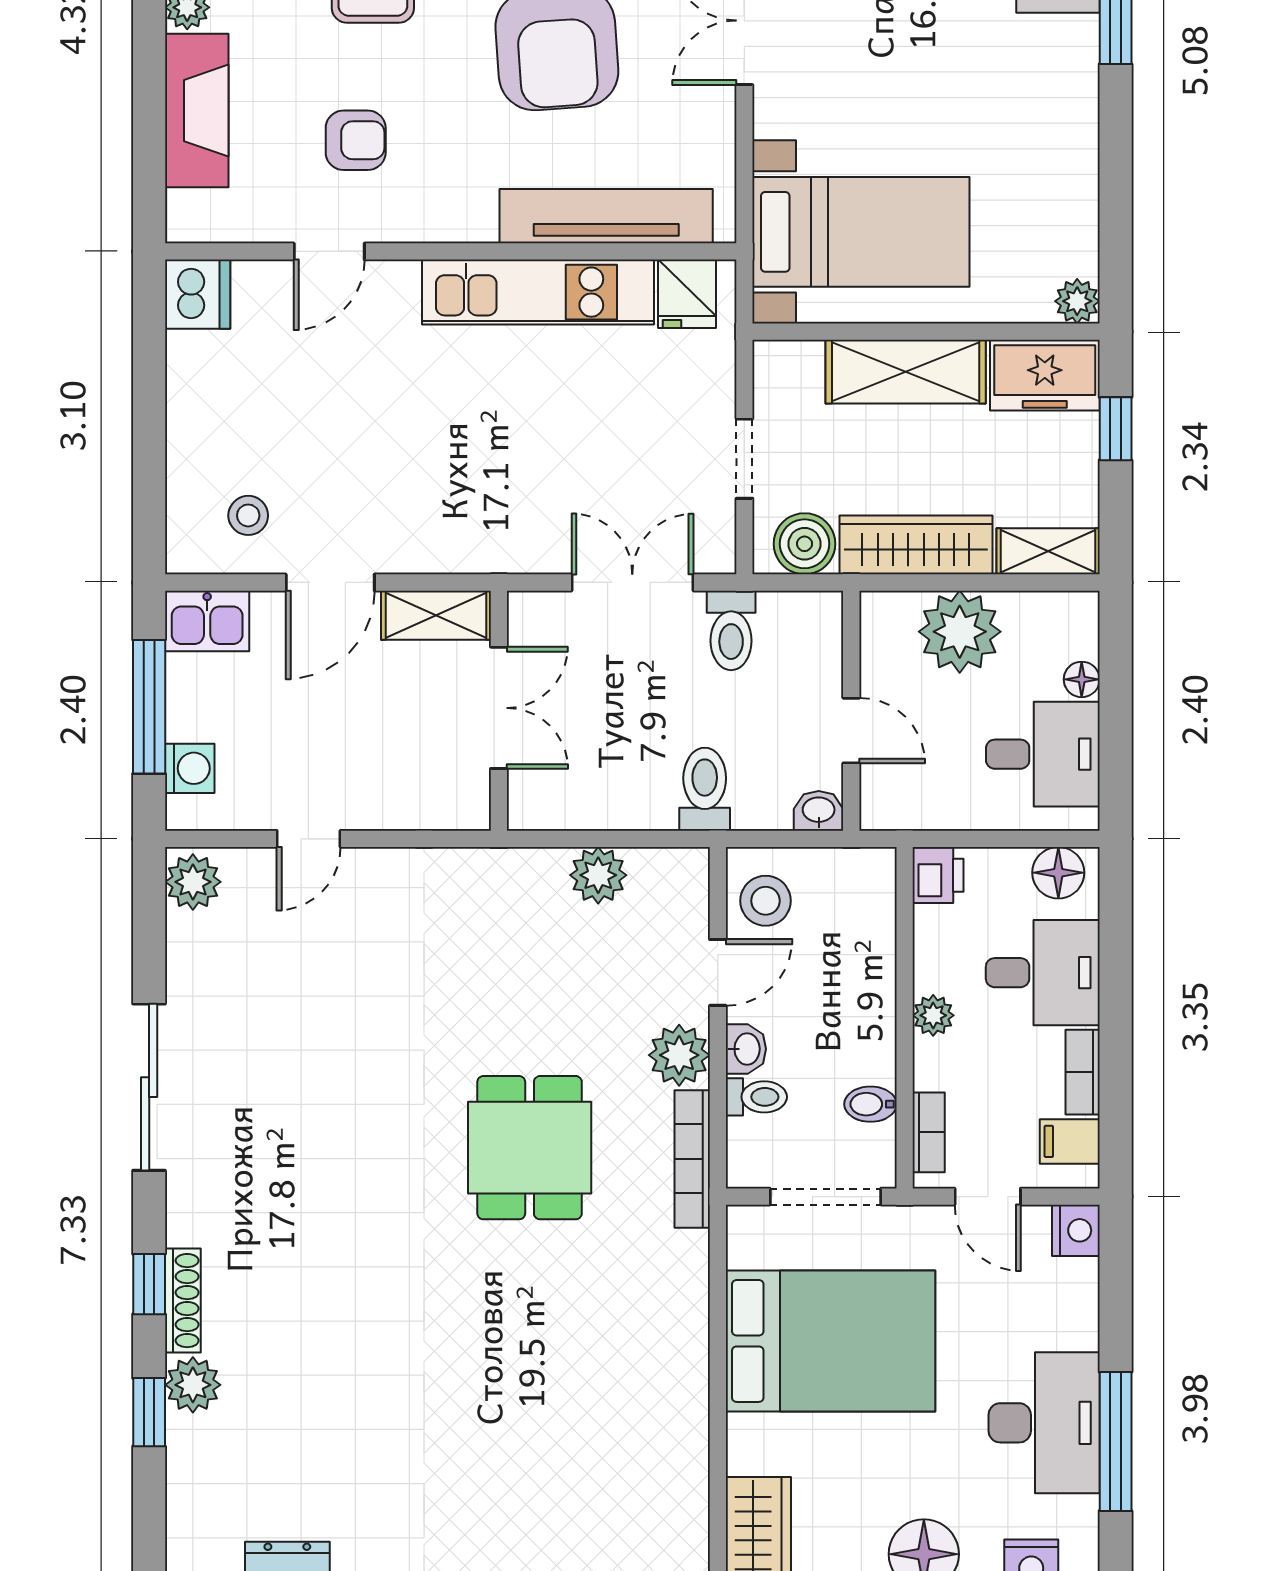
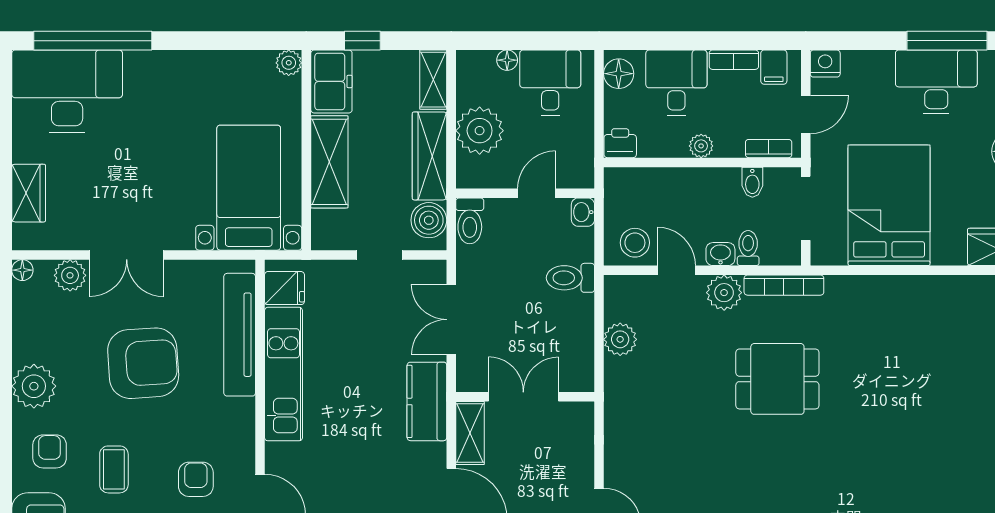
kitchen counter: (491, 540) -> (427, 401), added
toilet: (731, 630) -> (470, 221), moved, turned 90

